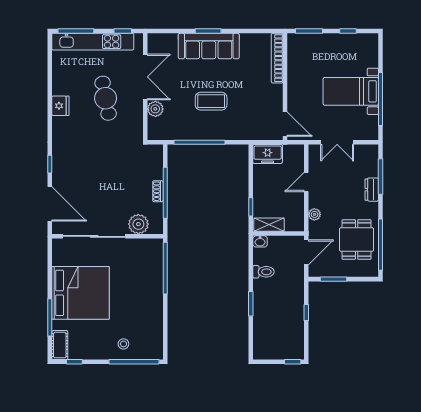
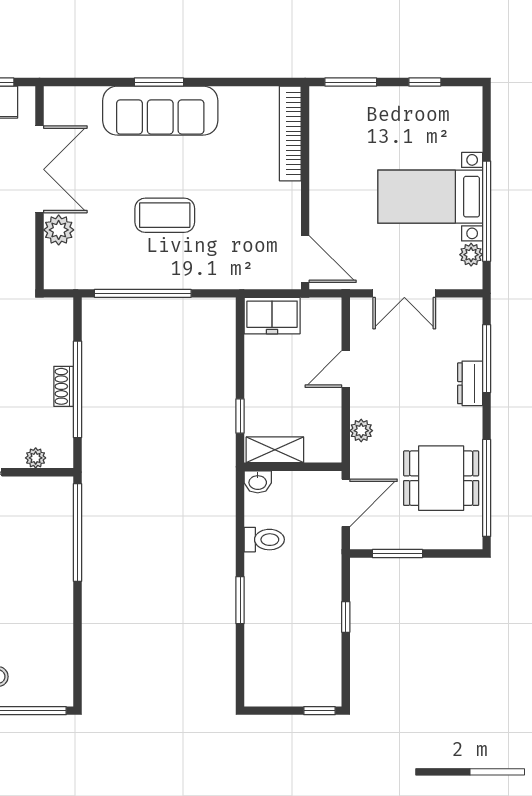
plant: (372, 122) -> (471, 255), added
plant: (138, 224) -> (36, 458), width x0.53, depth x0.53
dining table: (357, 239) -> (441, 478), turned 90

